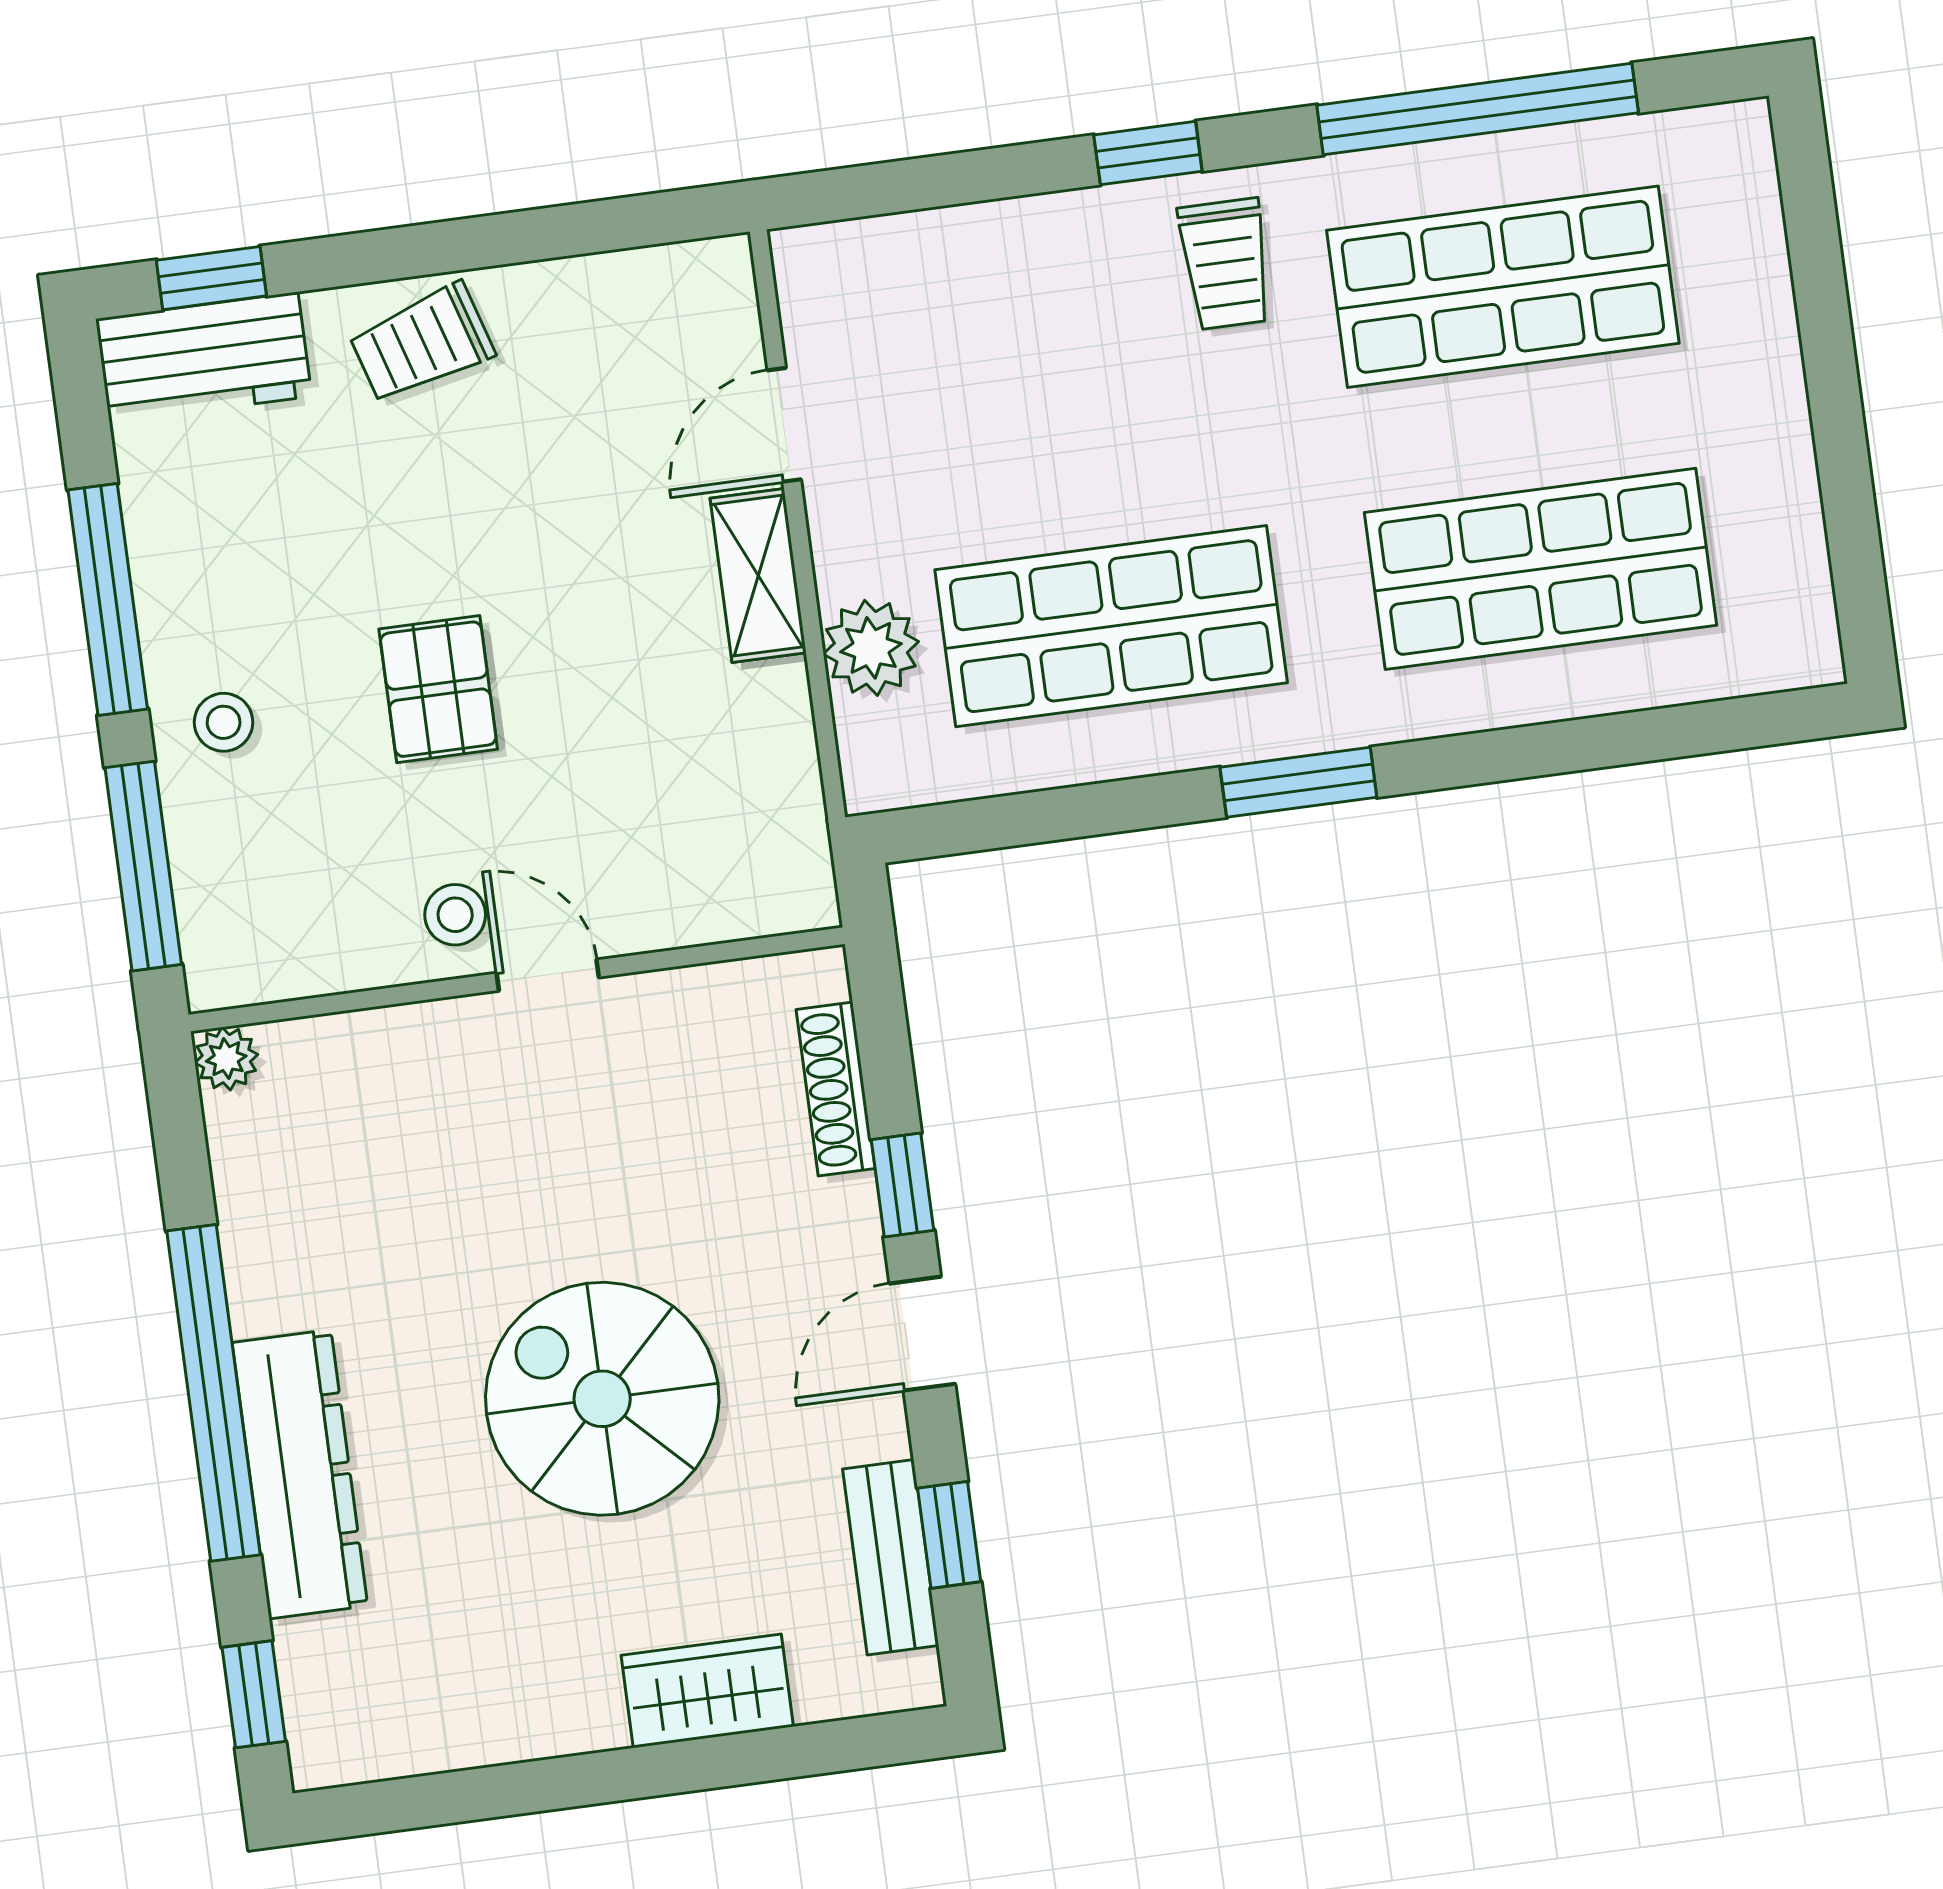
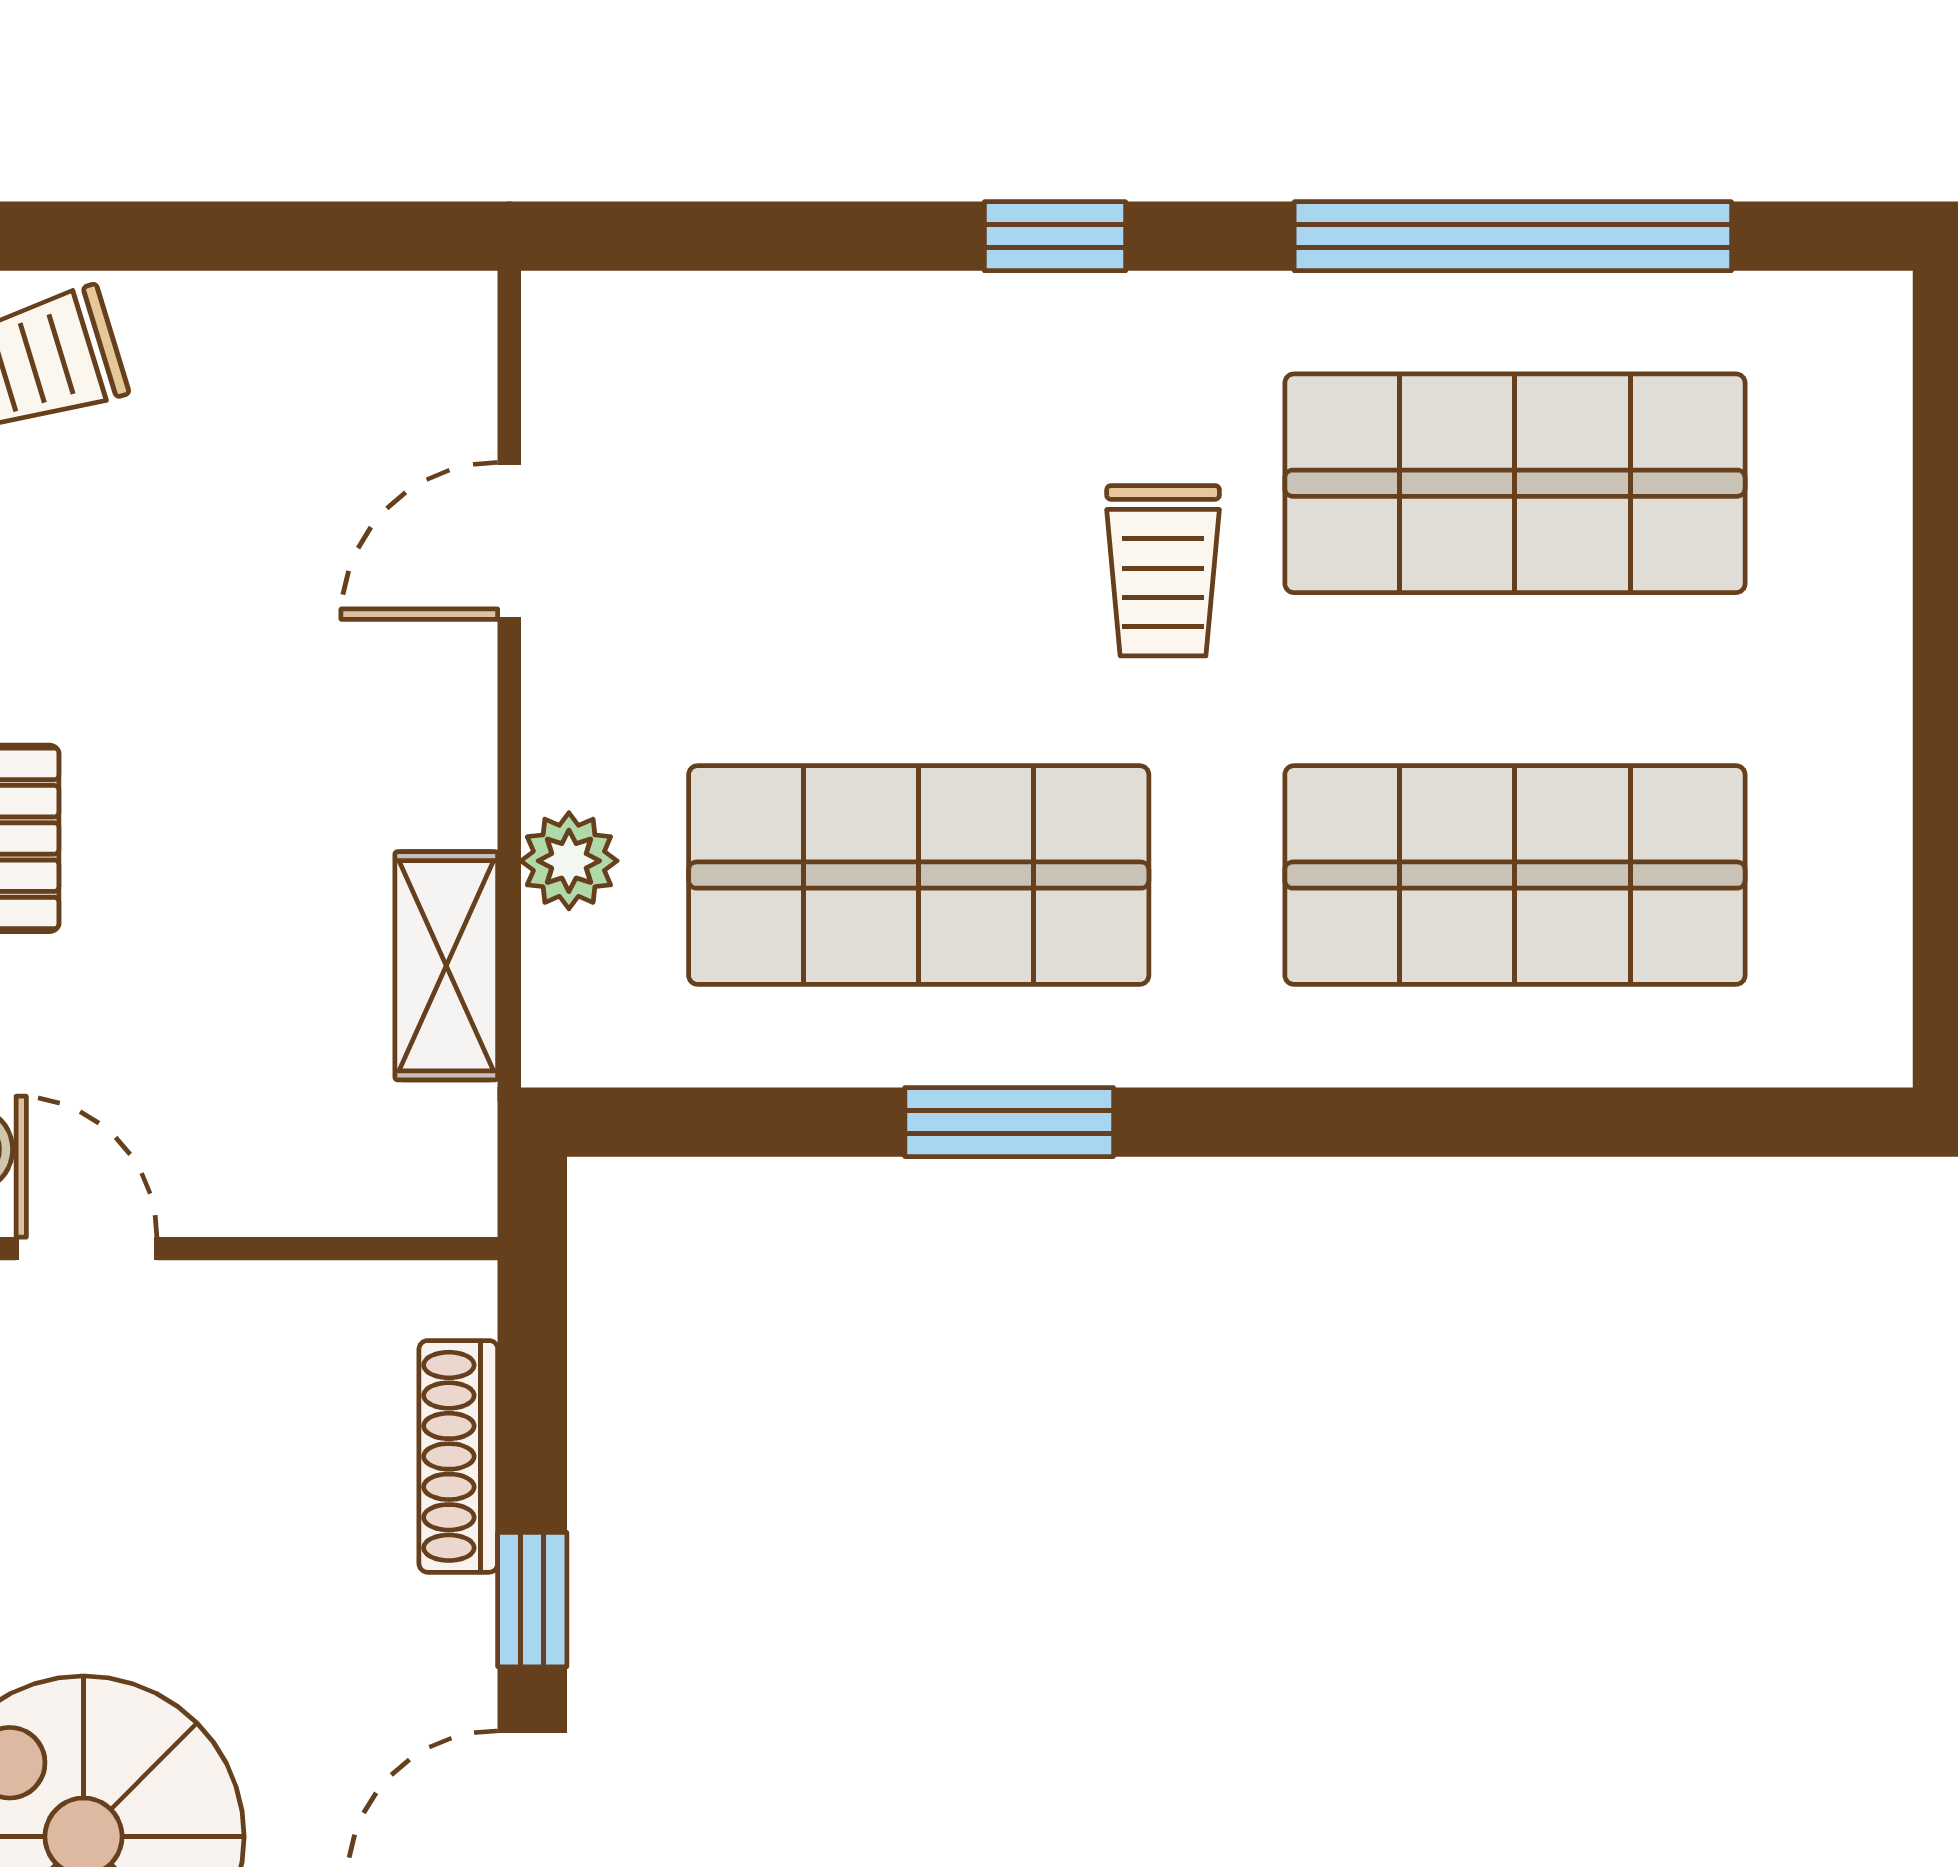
trolley: (1225, 264) -> (1163, 571), moved
shelving: (758, 576) -> (446, 966), moved
plant: (871, 648) -> (569, 861), width x0.73, depth x0.73
window: (1298, 782) -> (1009, 1122), moved

